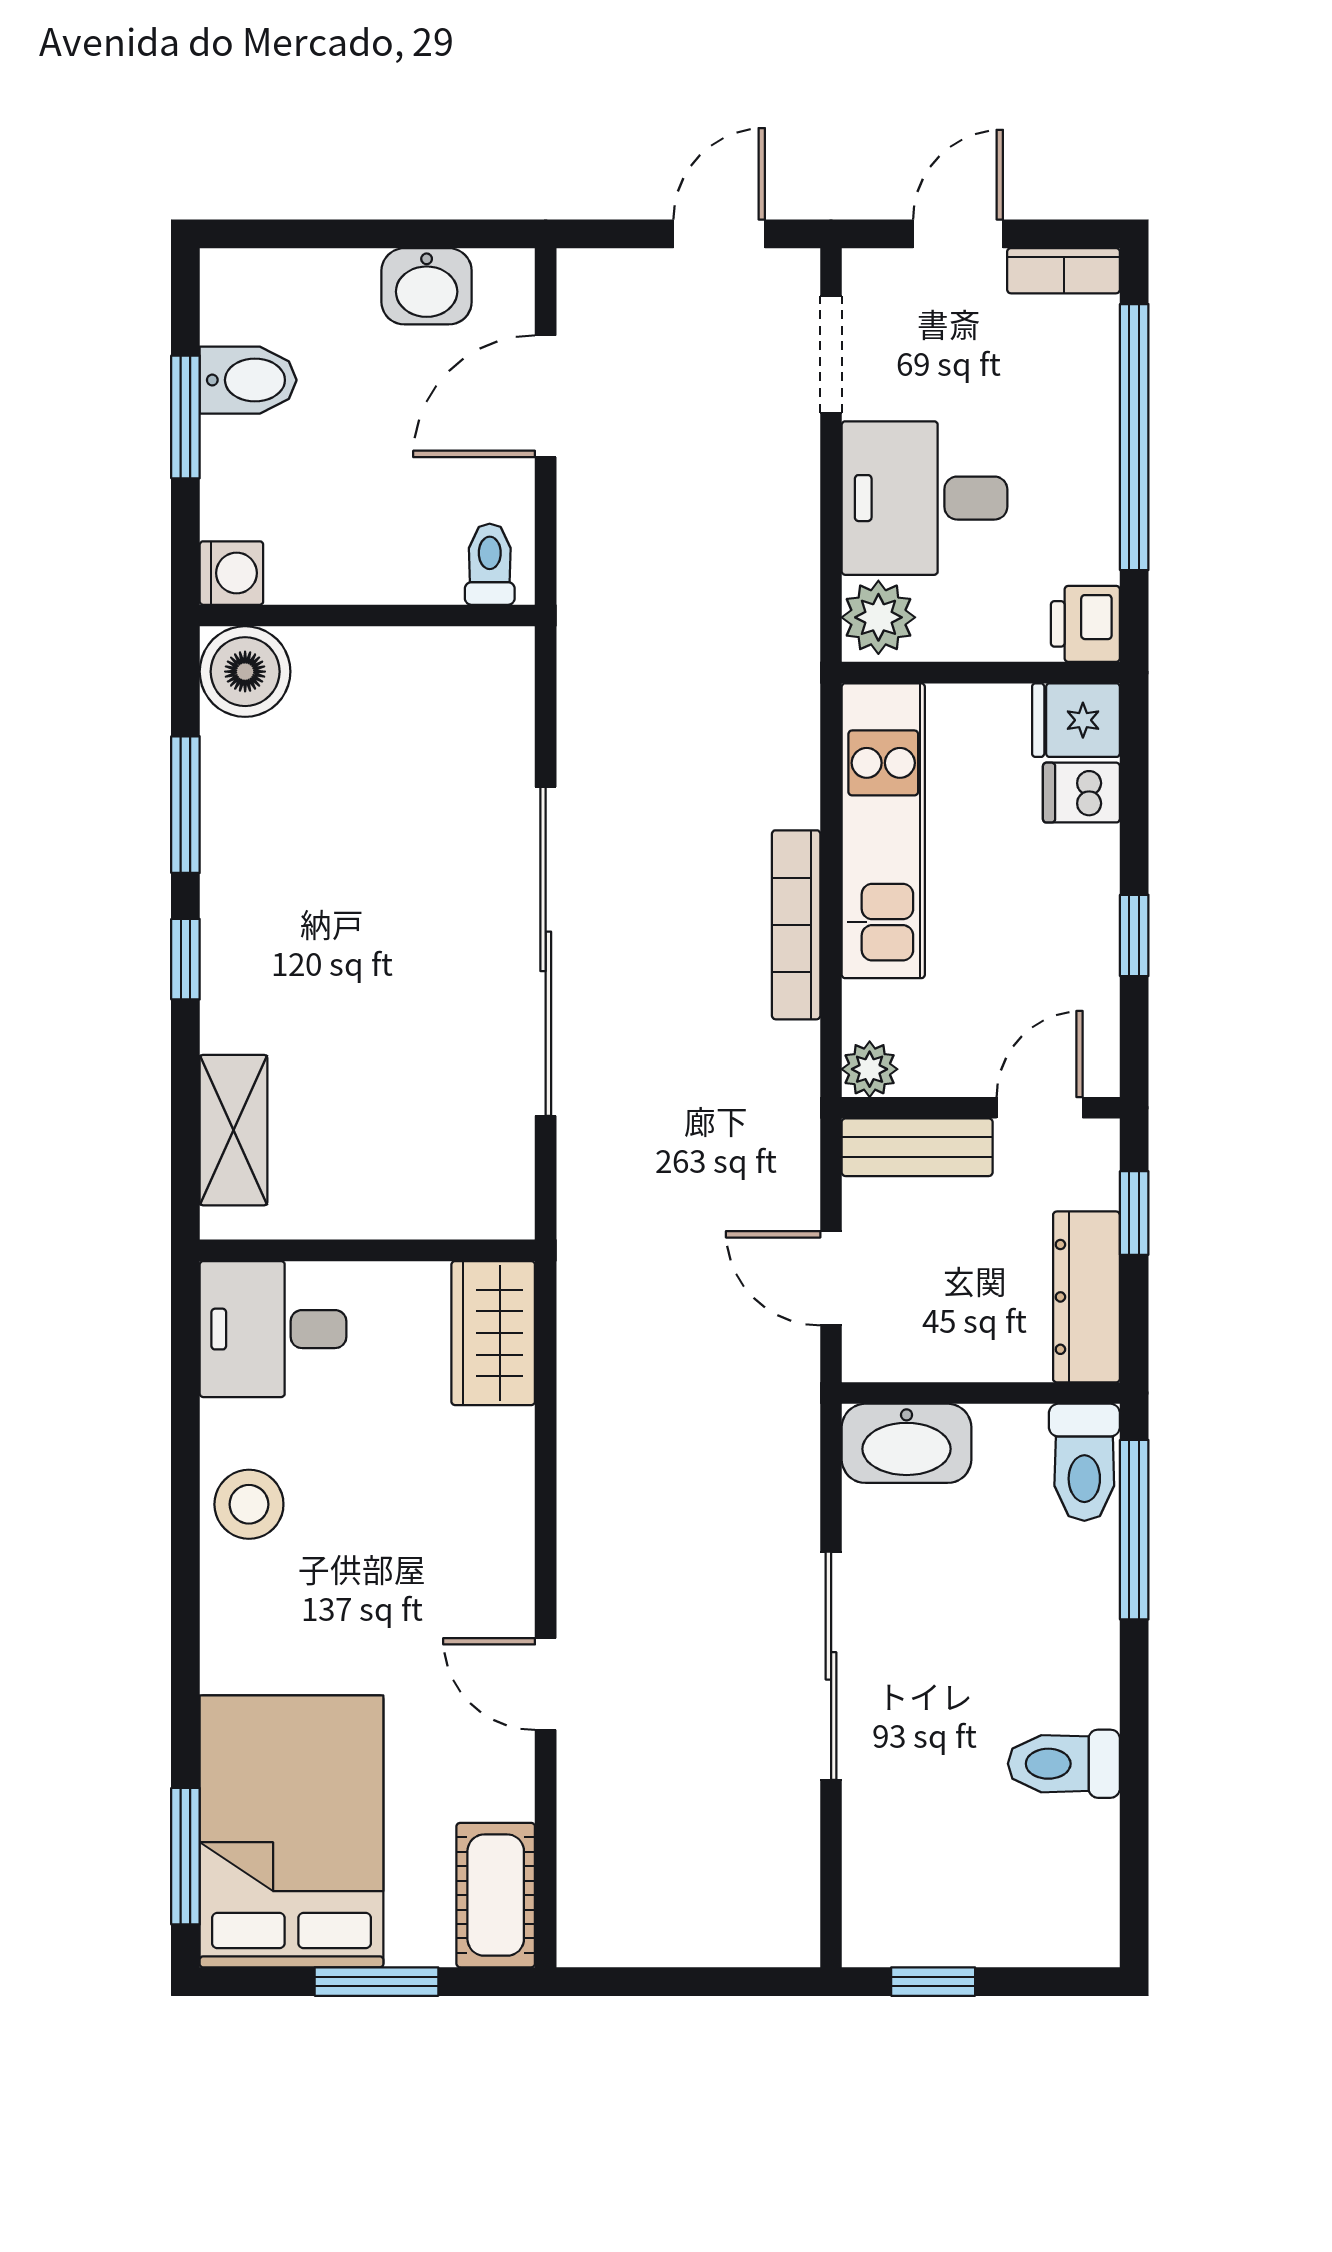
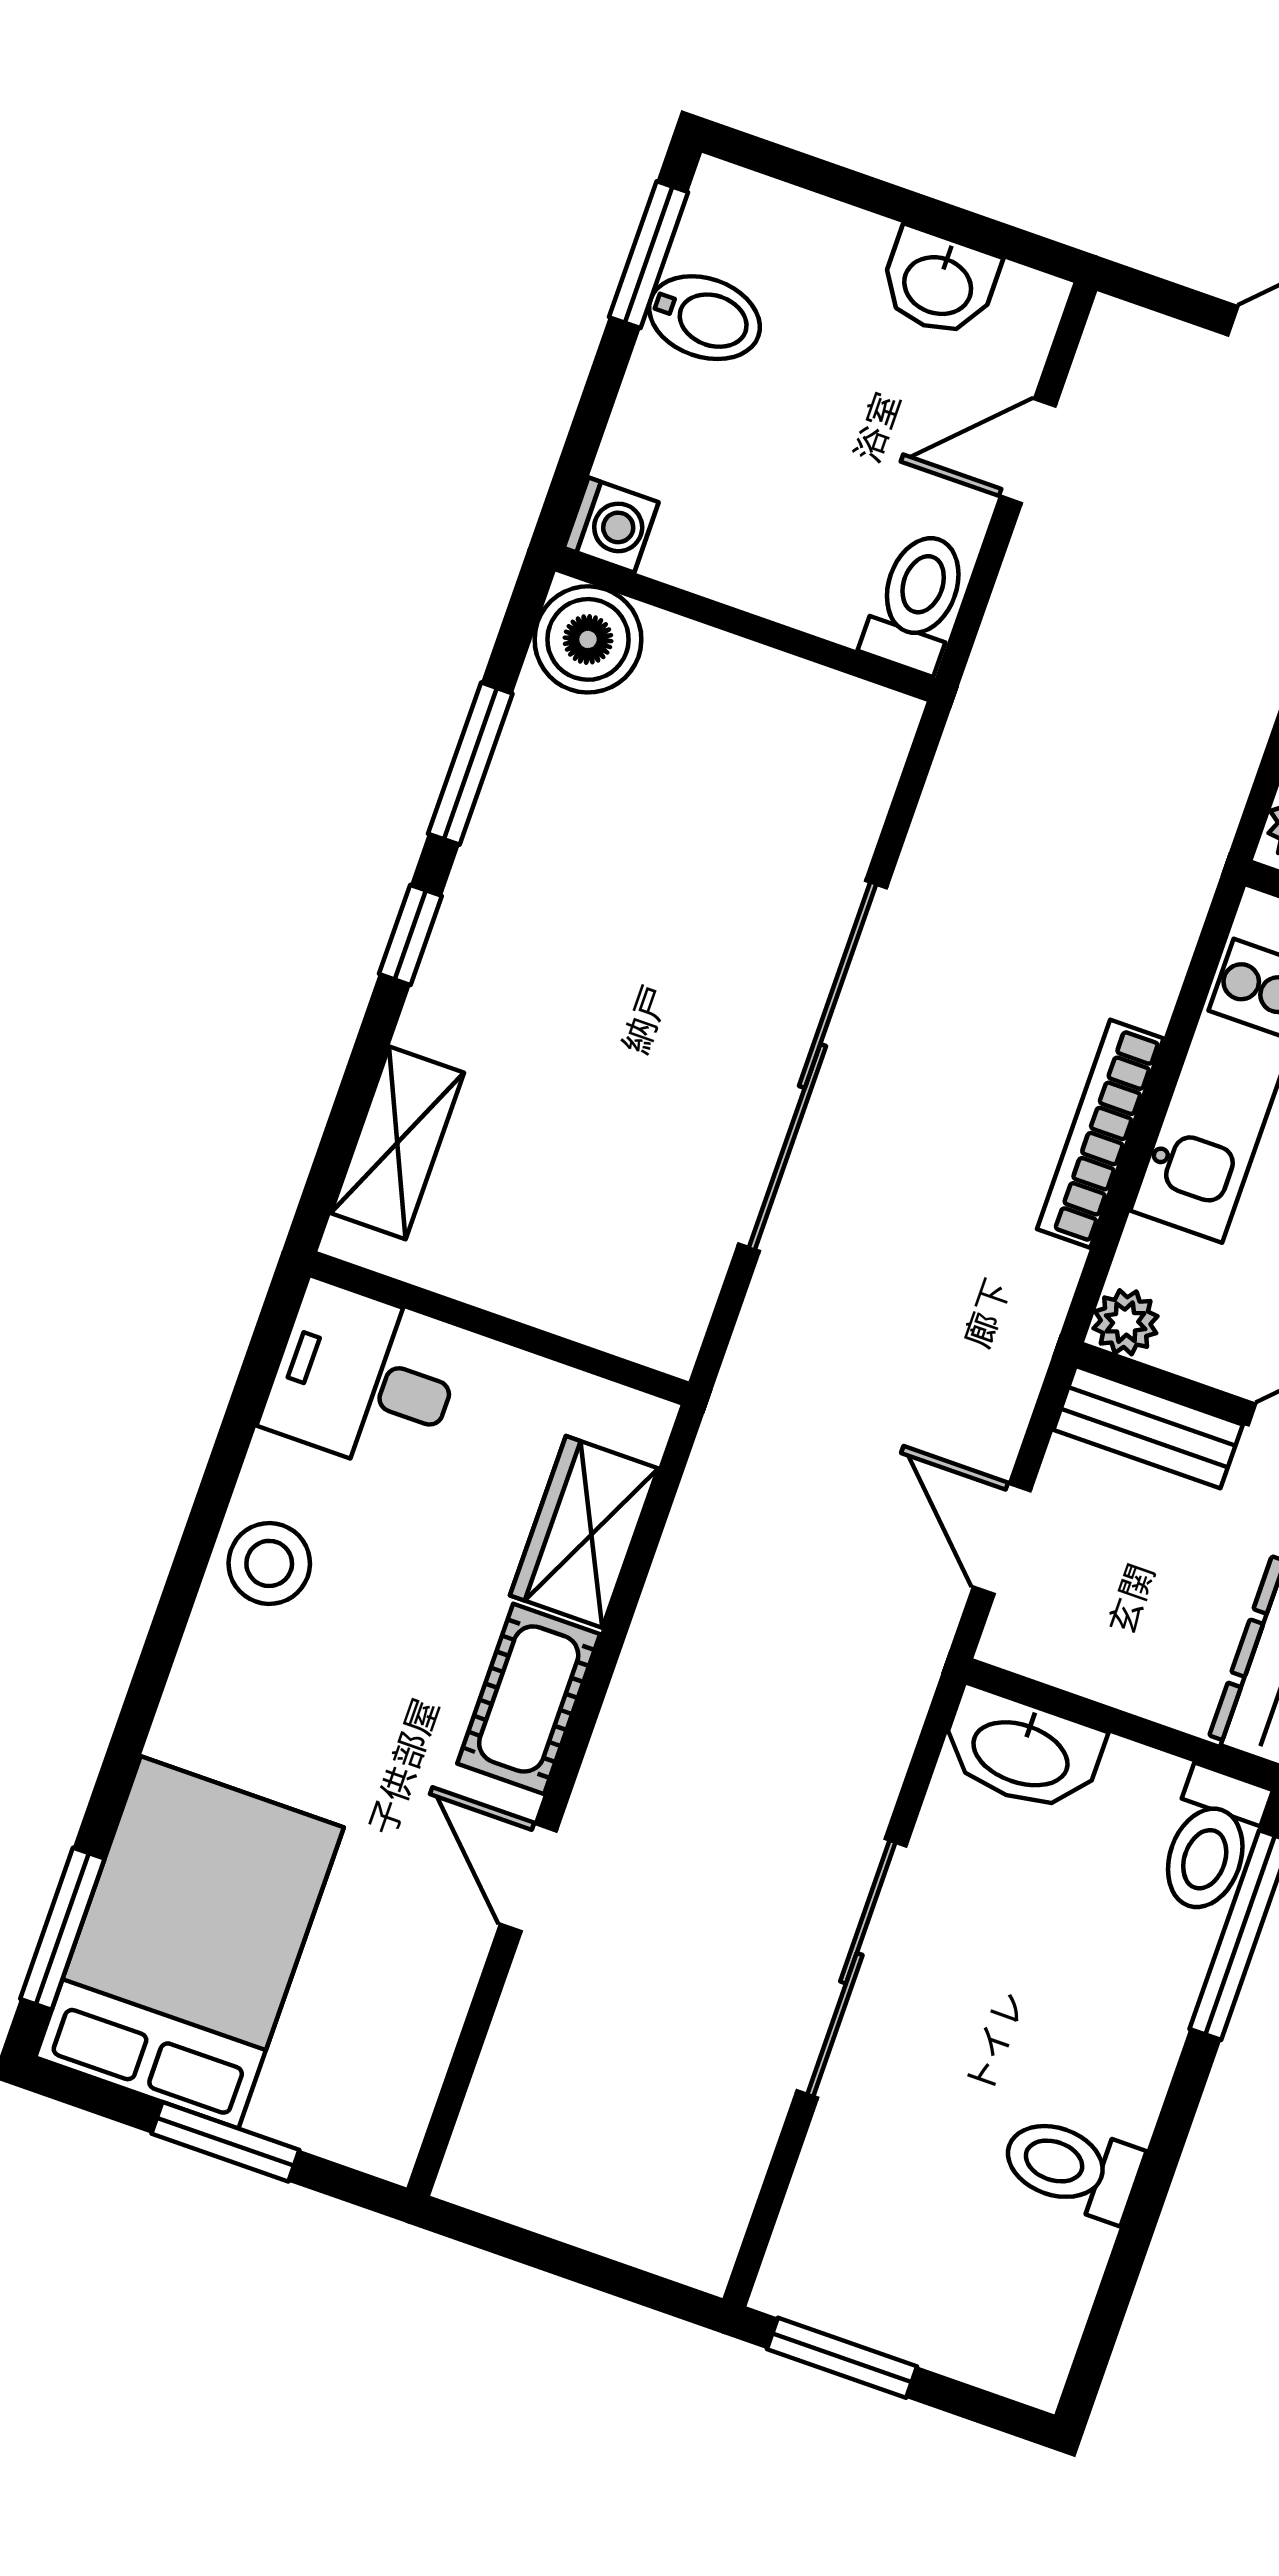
door: (546, 396) -> (1028, 451), width x0.73
window: (185, 417) -> (649, 255), moved
toilet: (490, 564) -> (917, 602), width x1.37, depth x1.39
wardrobe: (493, 1333) -> (584, 1532), moved
cot: (496, 1895) -> (529, 1699), moved
window: (933, 1982) -> (842, 2358), width x1.50

